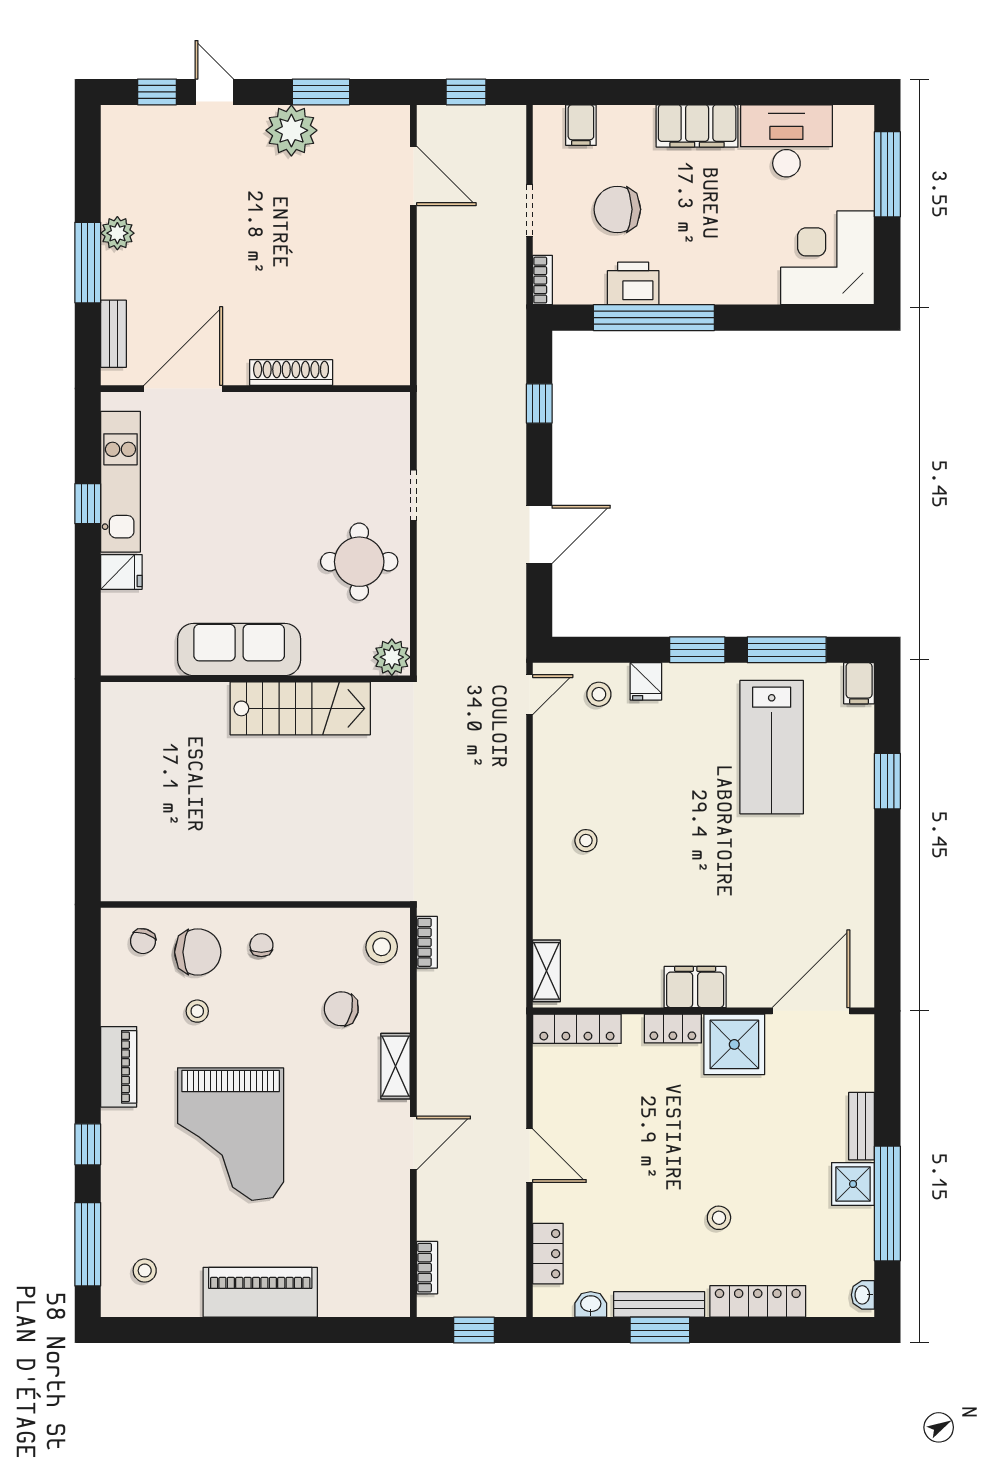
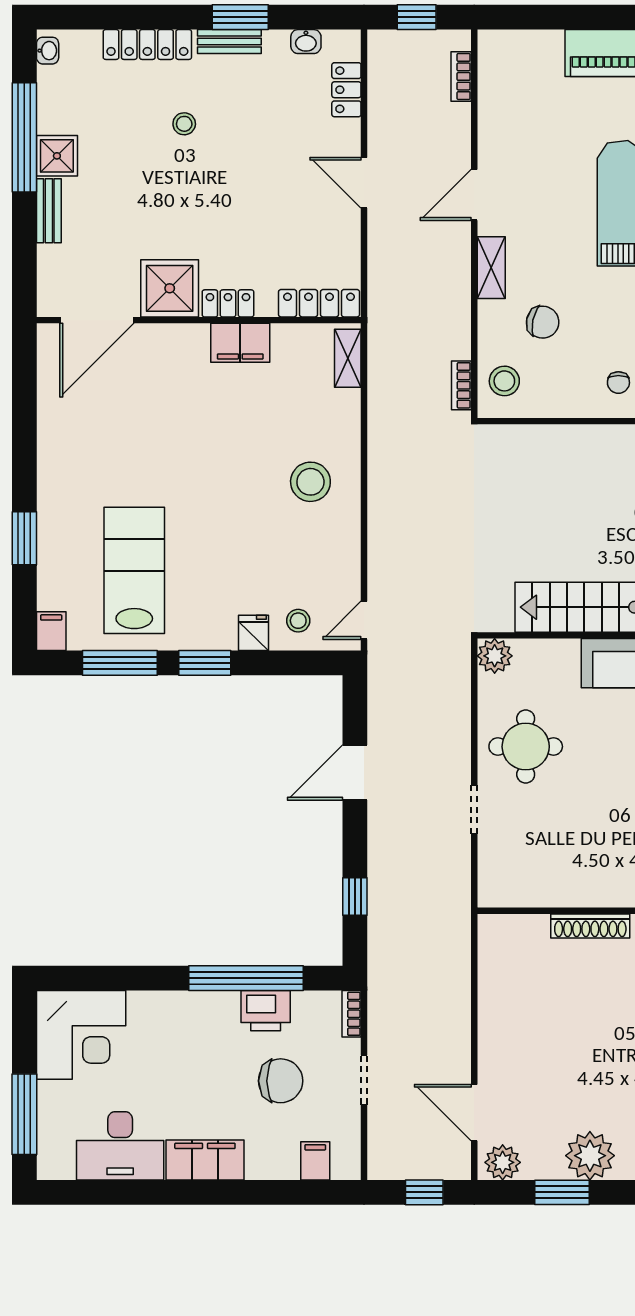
plant: (383, 123) -> (503, 1162), added
stool: (586, 841) -> (310, 482), width x1.89, depth x1.89
filing cabinet: (695, 987) -> (240, 343), moved
bench: (659, 1304) -> (229, 42), width x0.73

